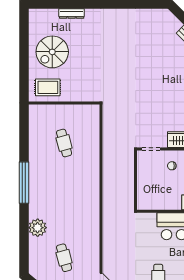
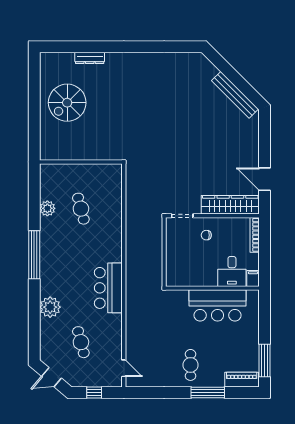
rug: (48, 87) -> (62, 144), removed
plant: (35, 143) -> (47, 208), added
bar counter: (88, 211) -> (108, 288), added

